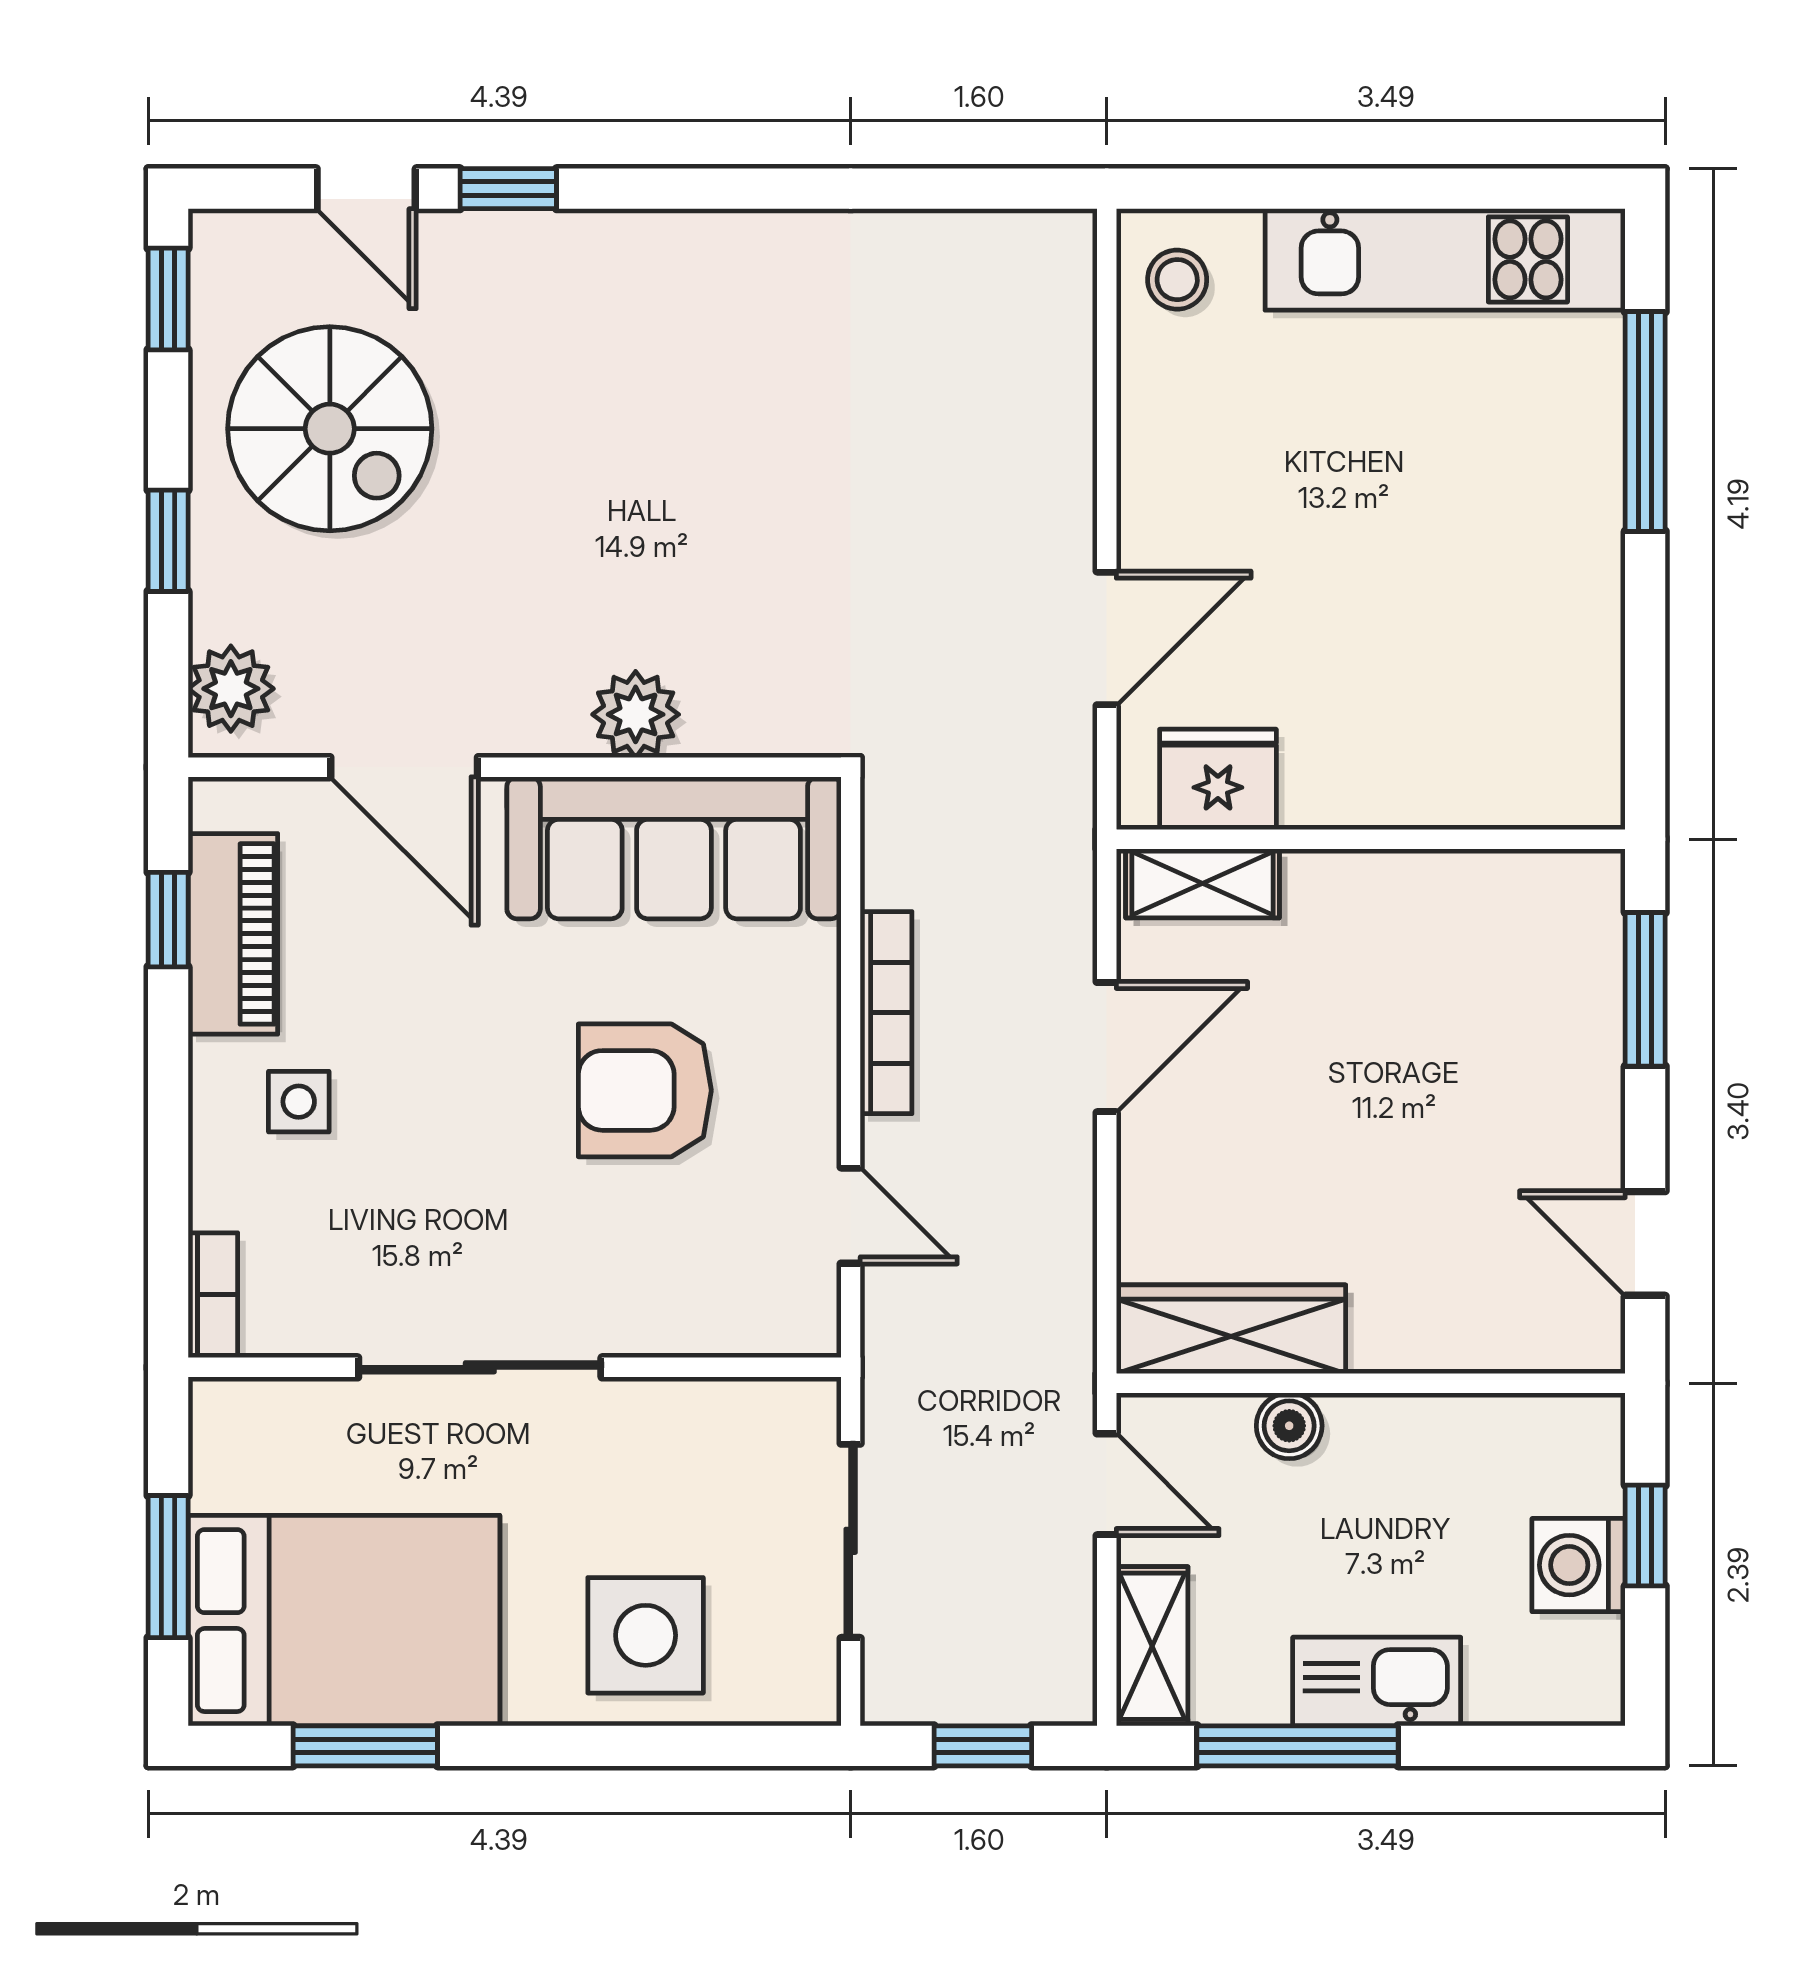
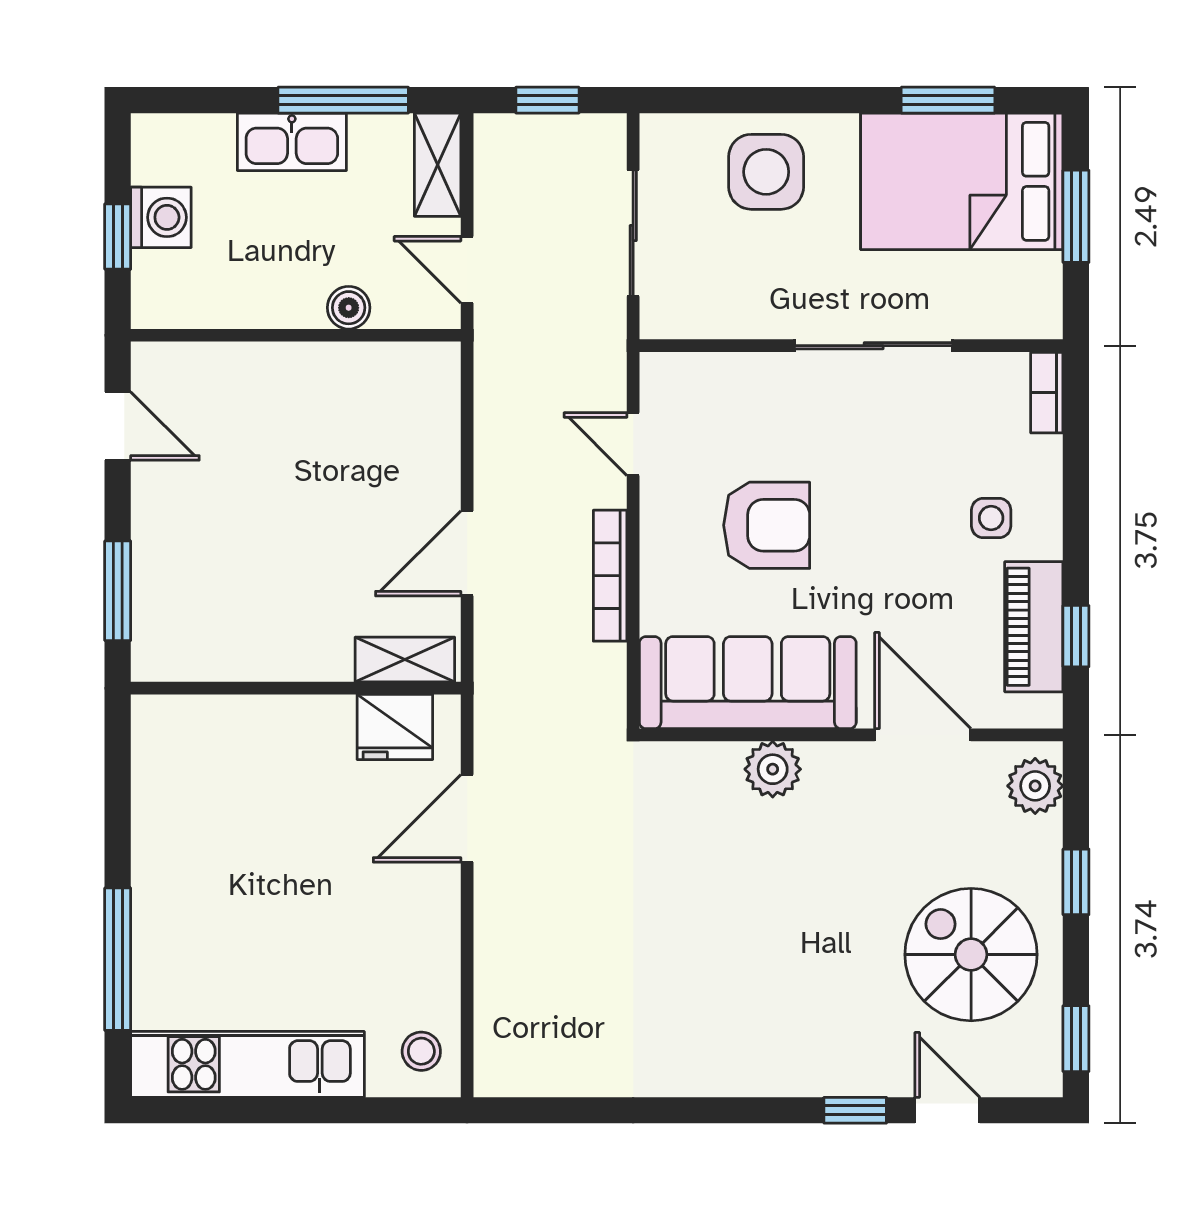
wardrobe: (1231, 1329) -> (386, 370), removed

